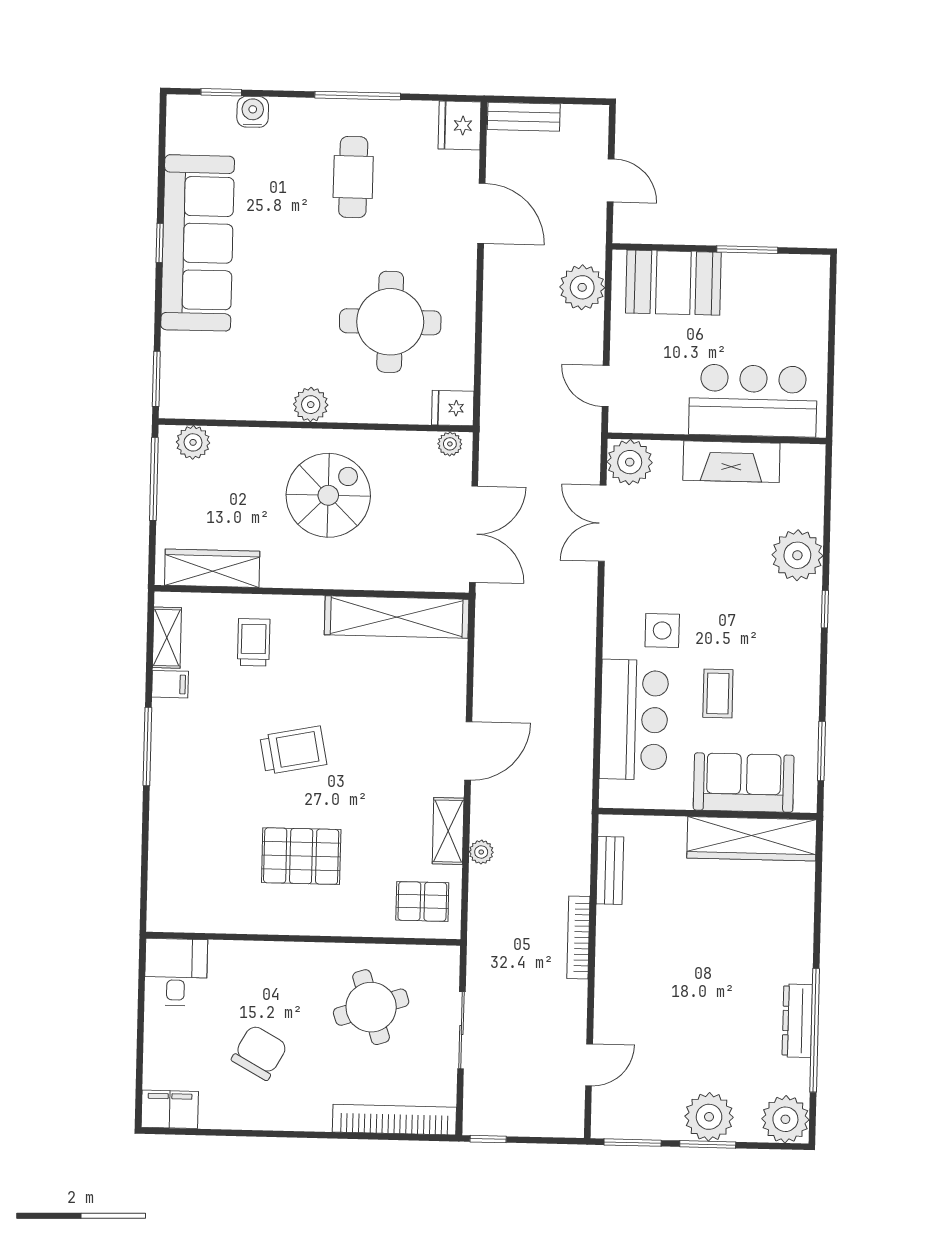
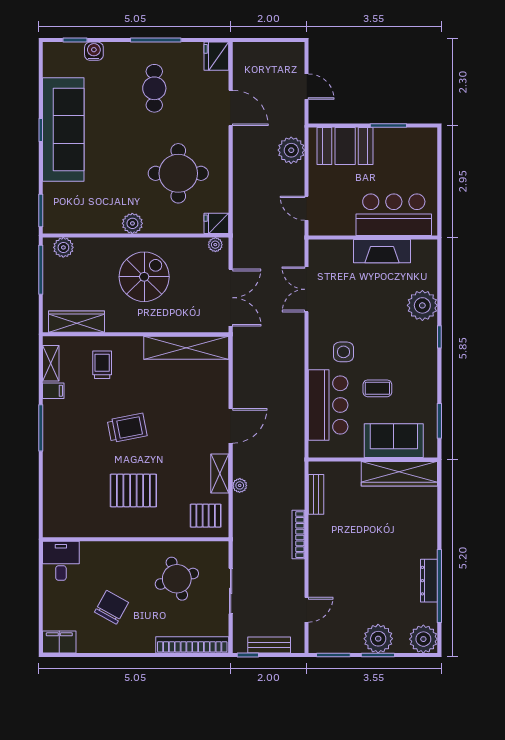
bench: (524, 117) -> (269, 645), moved
plant: (630, 462) -> (322, 253), removed
coffee table: (718, 694) -> (377, 388), turned 90

